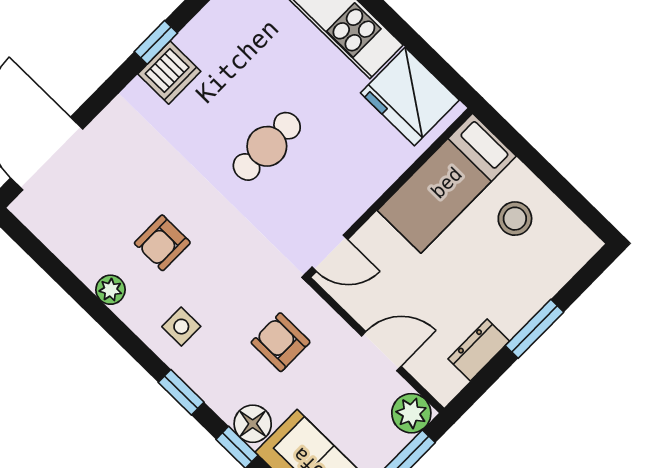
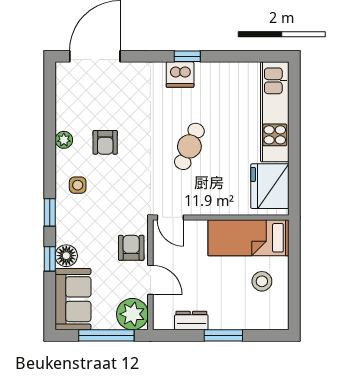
cafe table: (267, 146) -> (189, 146), turned -67
armchair: (162, 243) -> (105, 142), turned -90
armchair: (281, 342) -> (131, 248), moved
plant: (411, 413) -> (132, 314), width x1.36, depth x1.36

